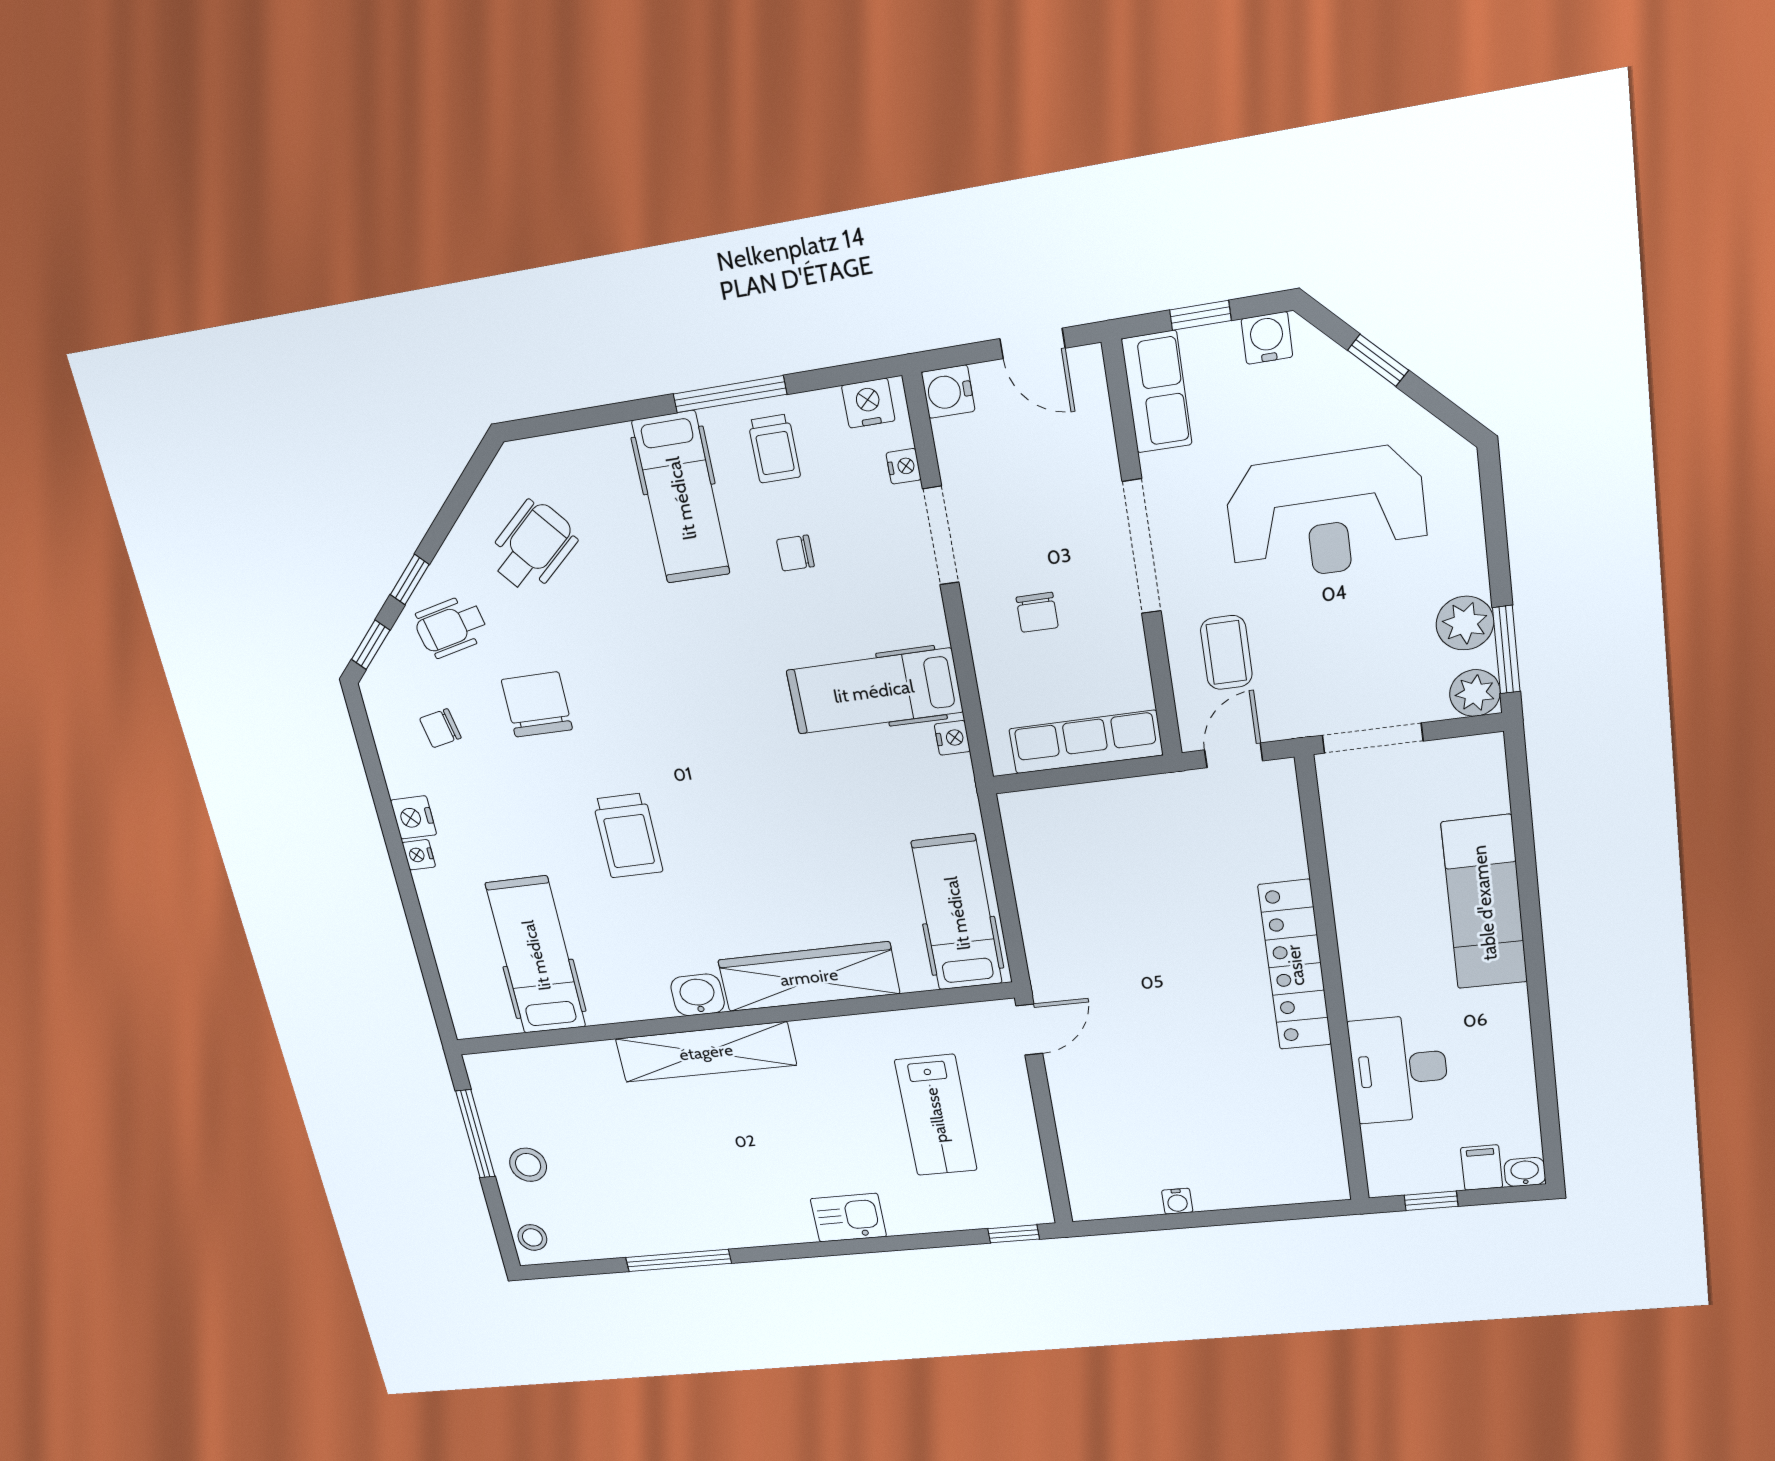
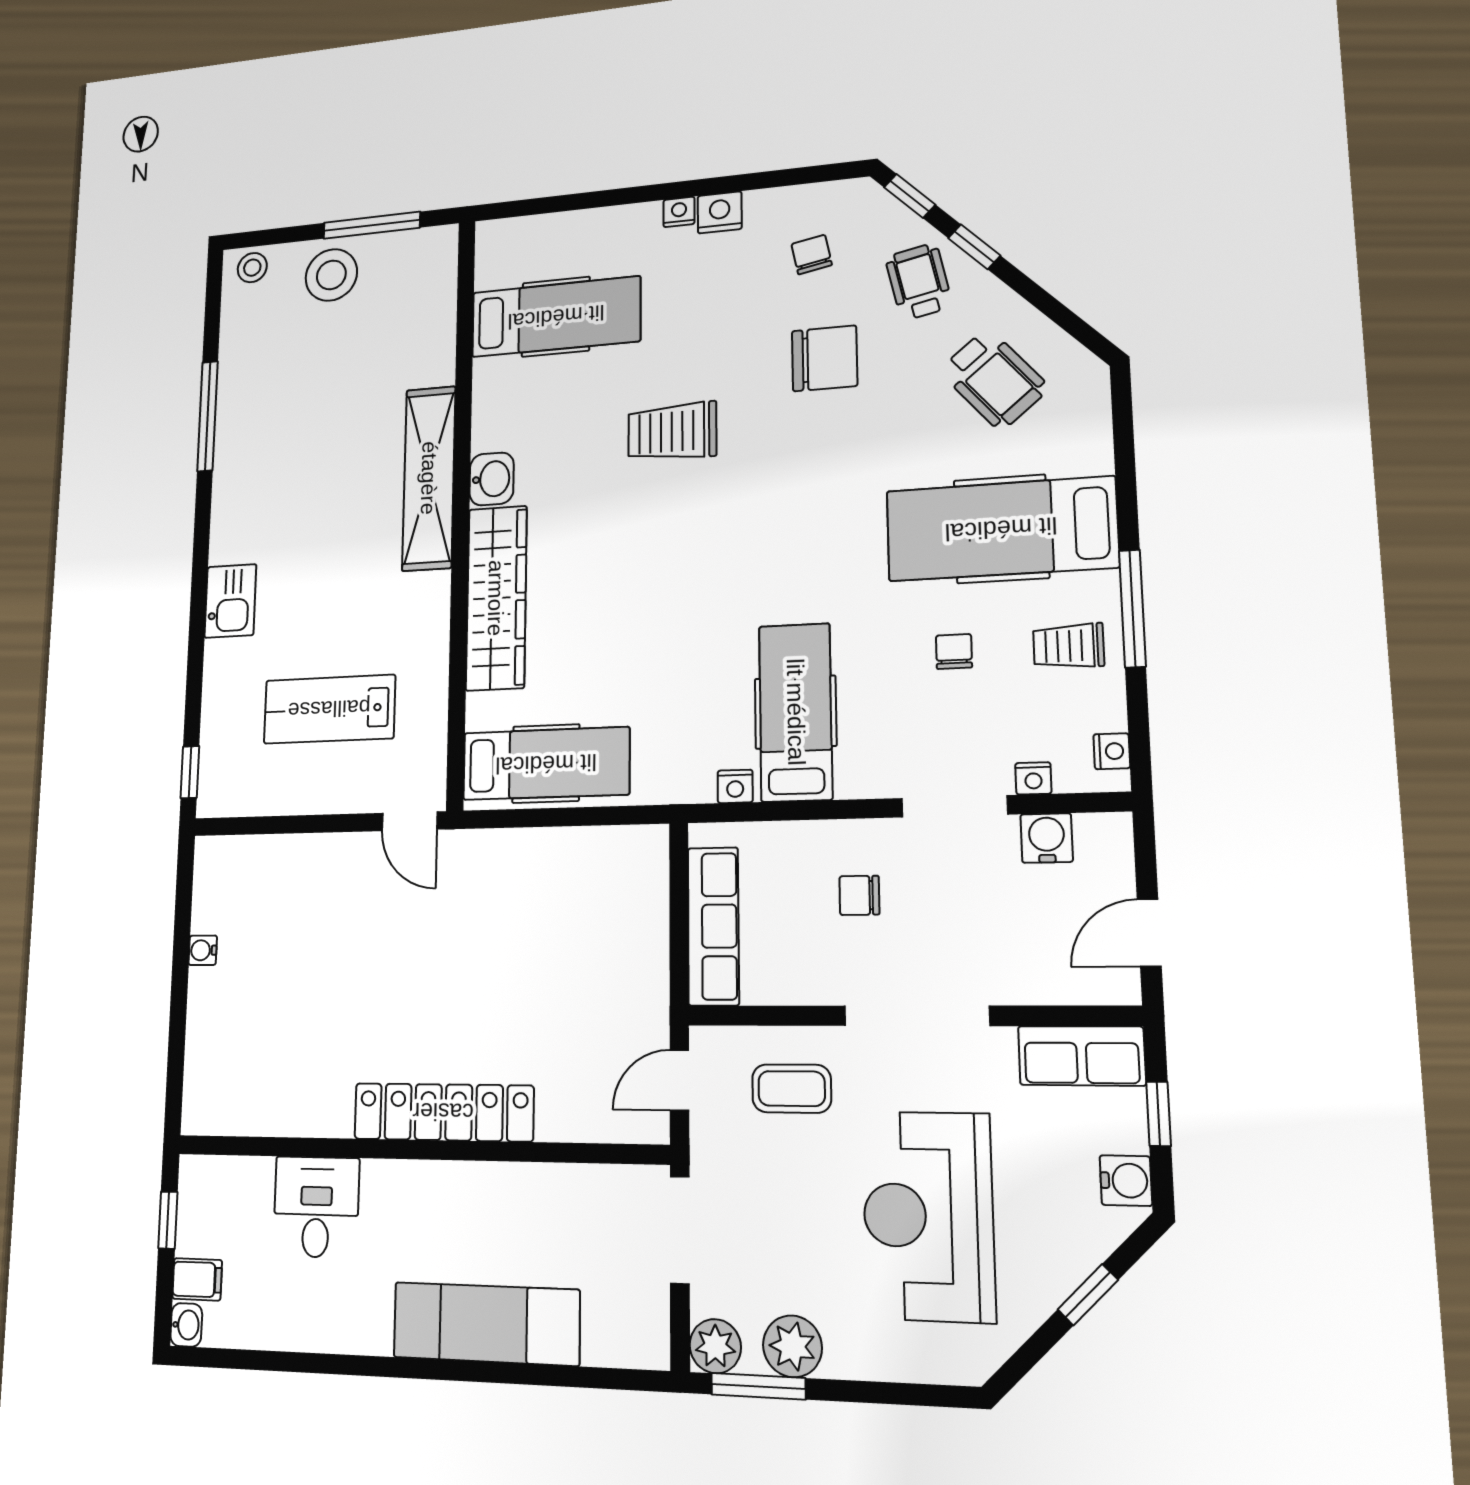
water cooler: (948, 392) -> (1047, 838), moved
nightstand: (868, 403) -> (1112, 751), width x0.72, depth x0.74
hospital bed: (681, 498) -> (1001, 529), width x1.37, depth x1.29
door: (1234, 755) -> (679, 1080), swing flipped
desk: (1399, 1069) -> (316, 1207), width x0.73
stool: (528, 1165) -> (331, 275), width x1.38, depth x1.38

